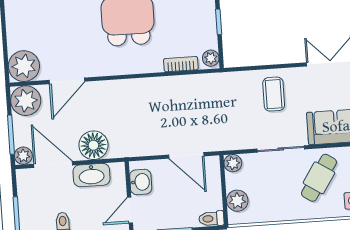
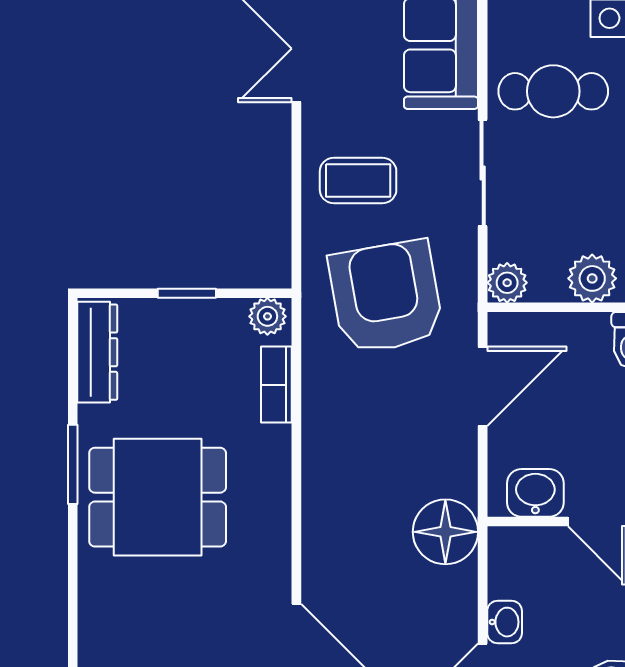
armchair: (223, 110) -> (386, 297), added
floor lamp: (93, 145) -> (445, 532), moved
washbasin: (92, 175) -> (505, 622), width x0.52, depth x0.69
cafe table: (319, 178) -> (553, 91), turned -33

